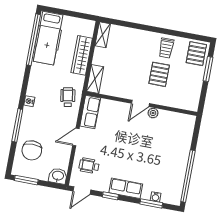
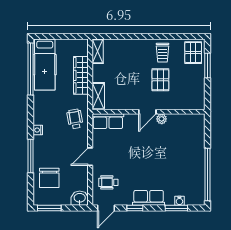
row of seats: (90, 112) -> (108, 121), moved, turned 90

